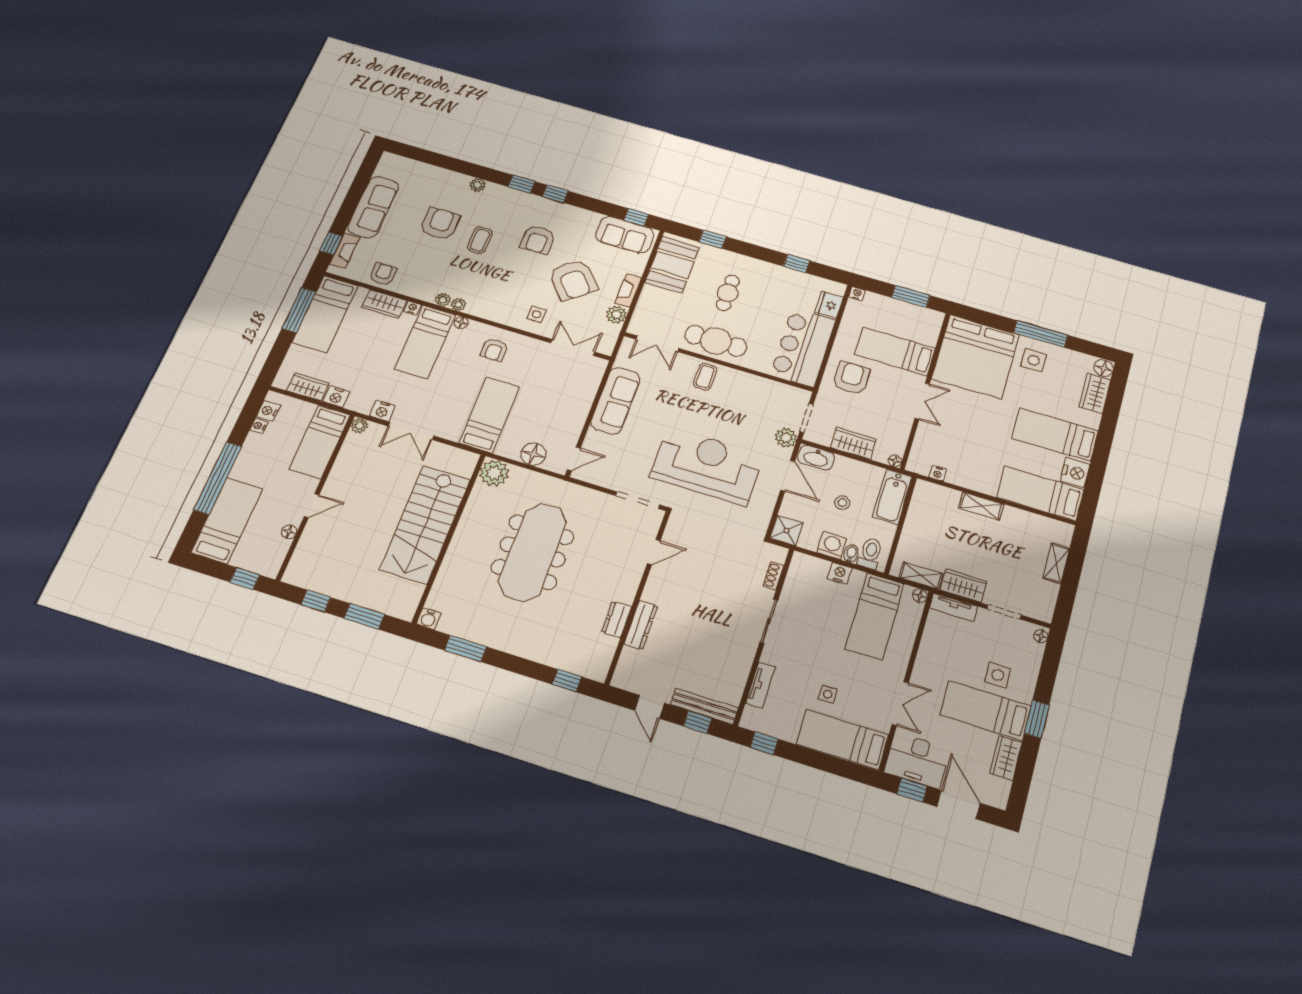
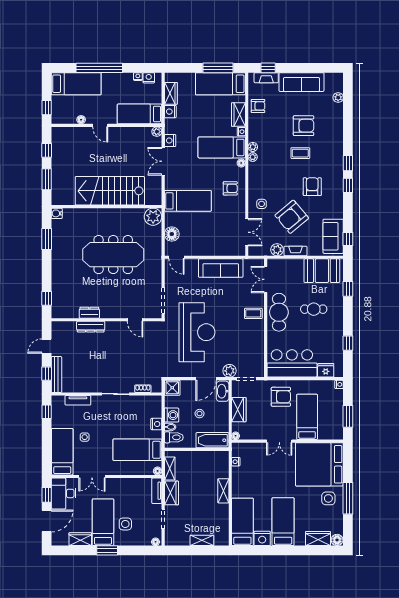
plant: (478, 185) -> (338, 98), moved
armchair: (538, 240) -> (312, 187), turned 90
armchair: (494, 350) -> (230, 188), turned 180

